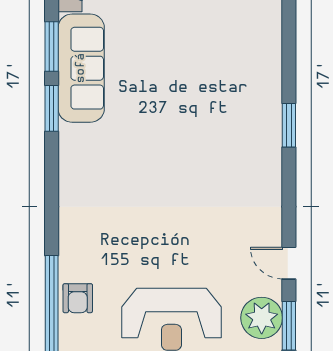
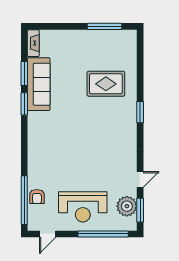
rug: (219, 67) -> (106, 84), added
door: (289, 263) -> (140, 179), swing flipped

